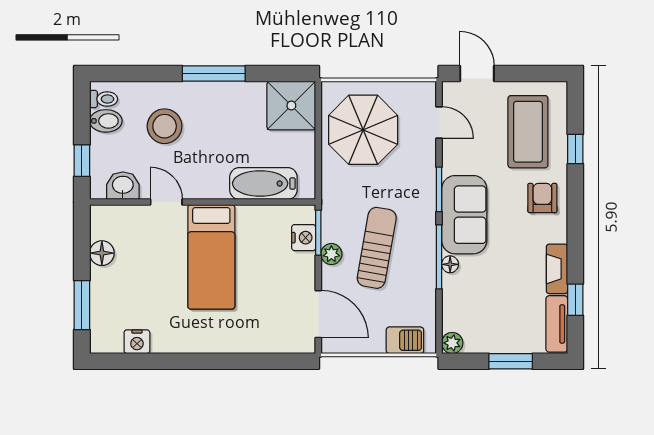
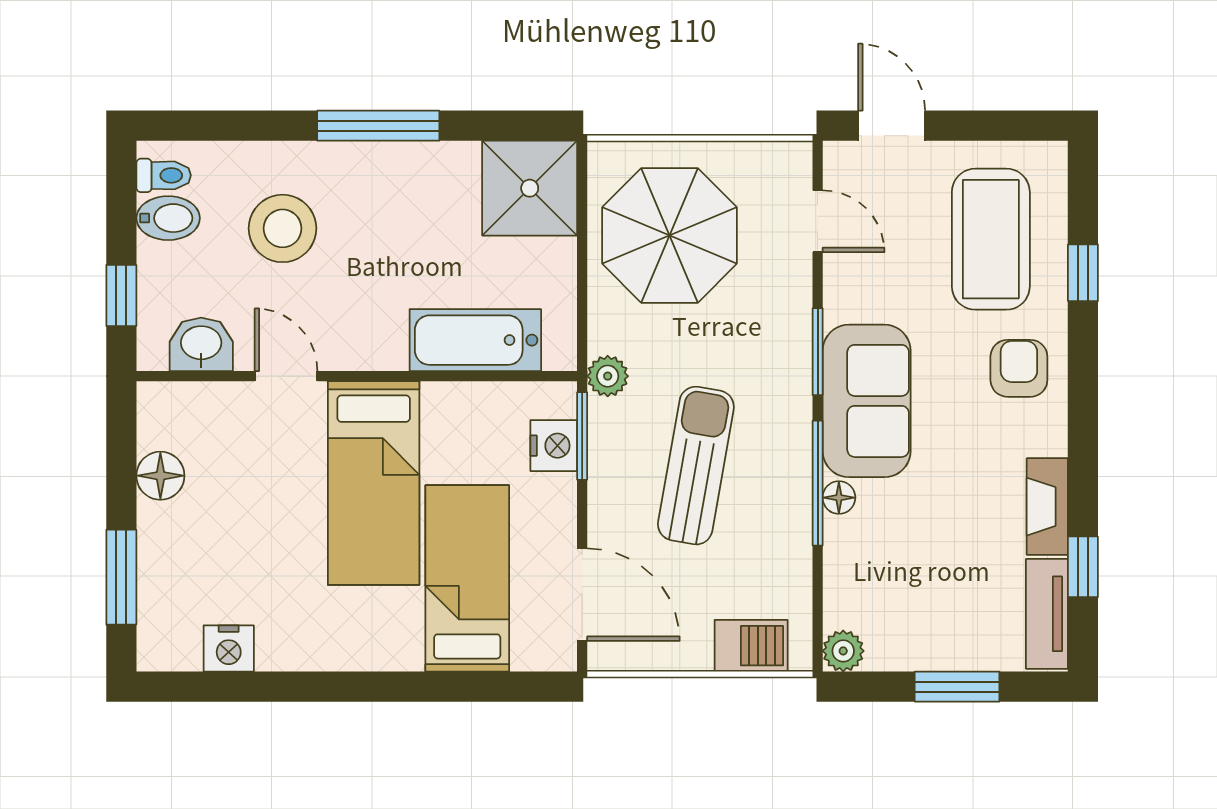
plant: (331, 254) -> (608, 376), moved
bed: (259, 306) -> (467, 578), added

